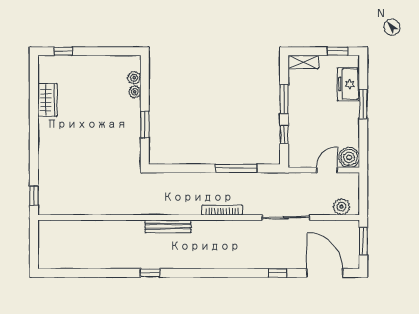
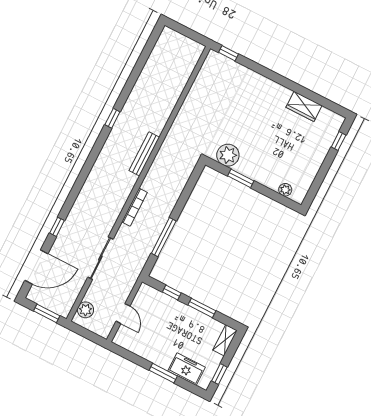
plant: (135, 92) -> (228, 155), moved, width x1.87, depth x1.87
boiler: (349, 157) -> (124, 338), removed

